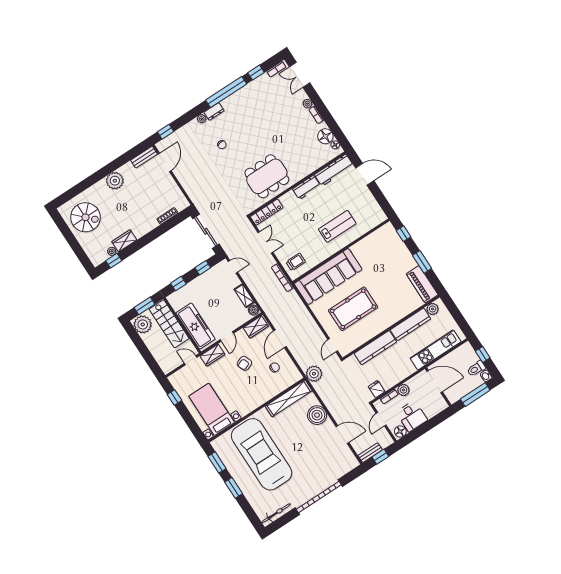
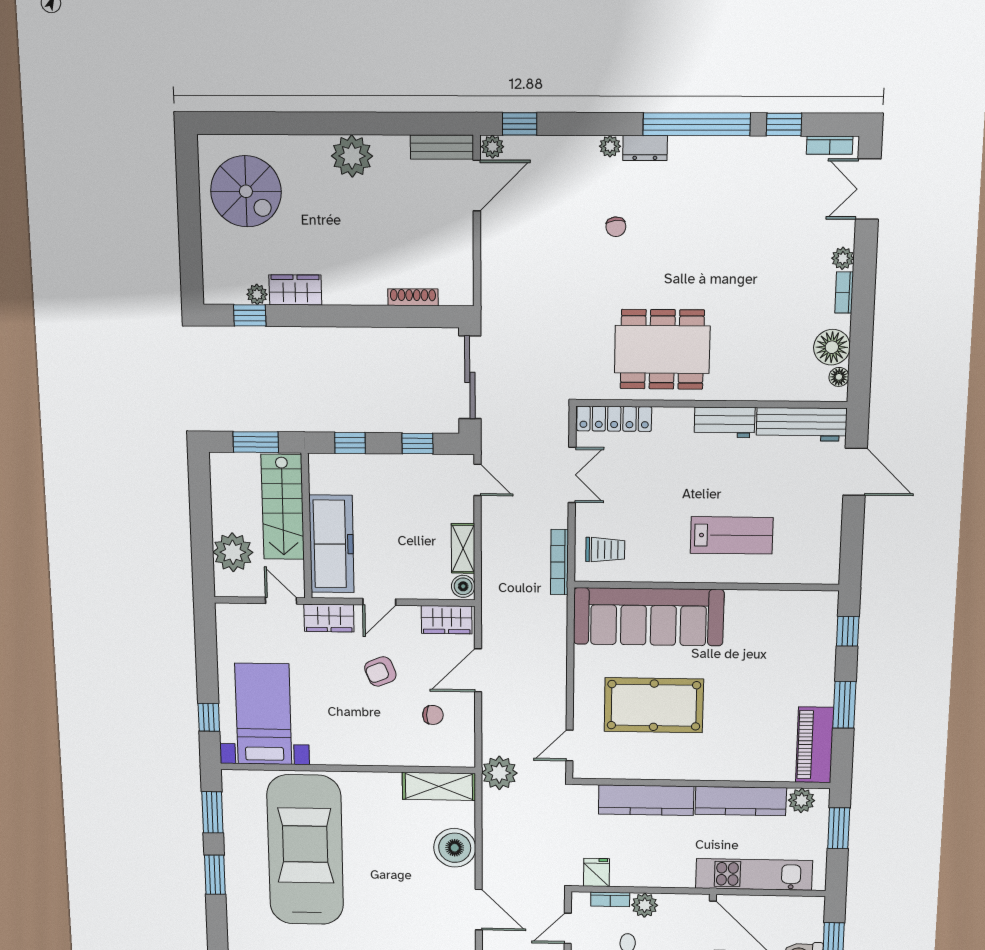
plant: (161, 146) -> (492, 147), added
window: (454, 311) -> (839, 828), added
plant: (143, 324) -> (233, 552), moved
window: (174, 397) -> (209, 717), moved
shelving: (289, 398) -> (439, 786), width x0.68

